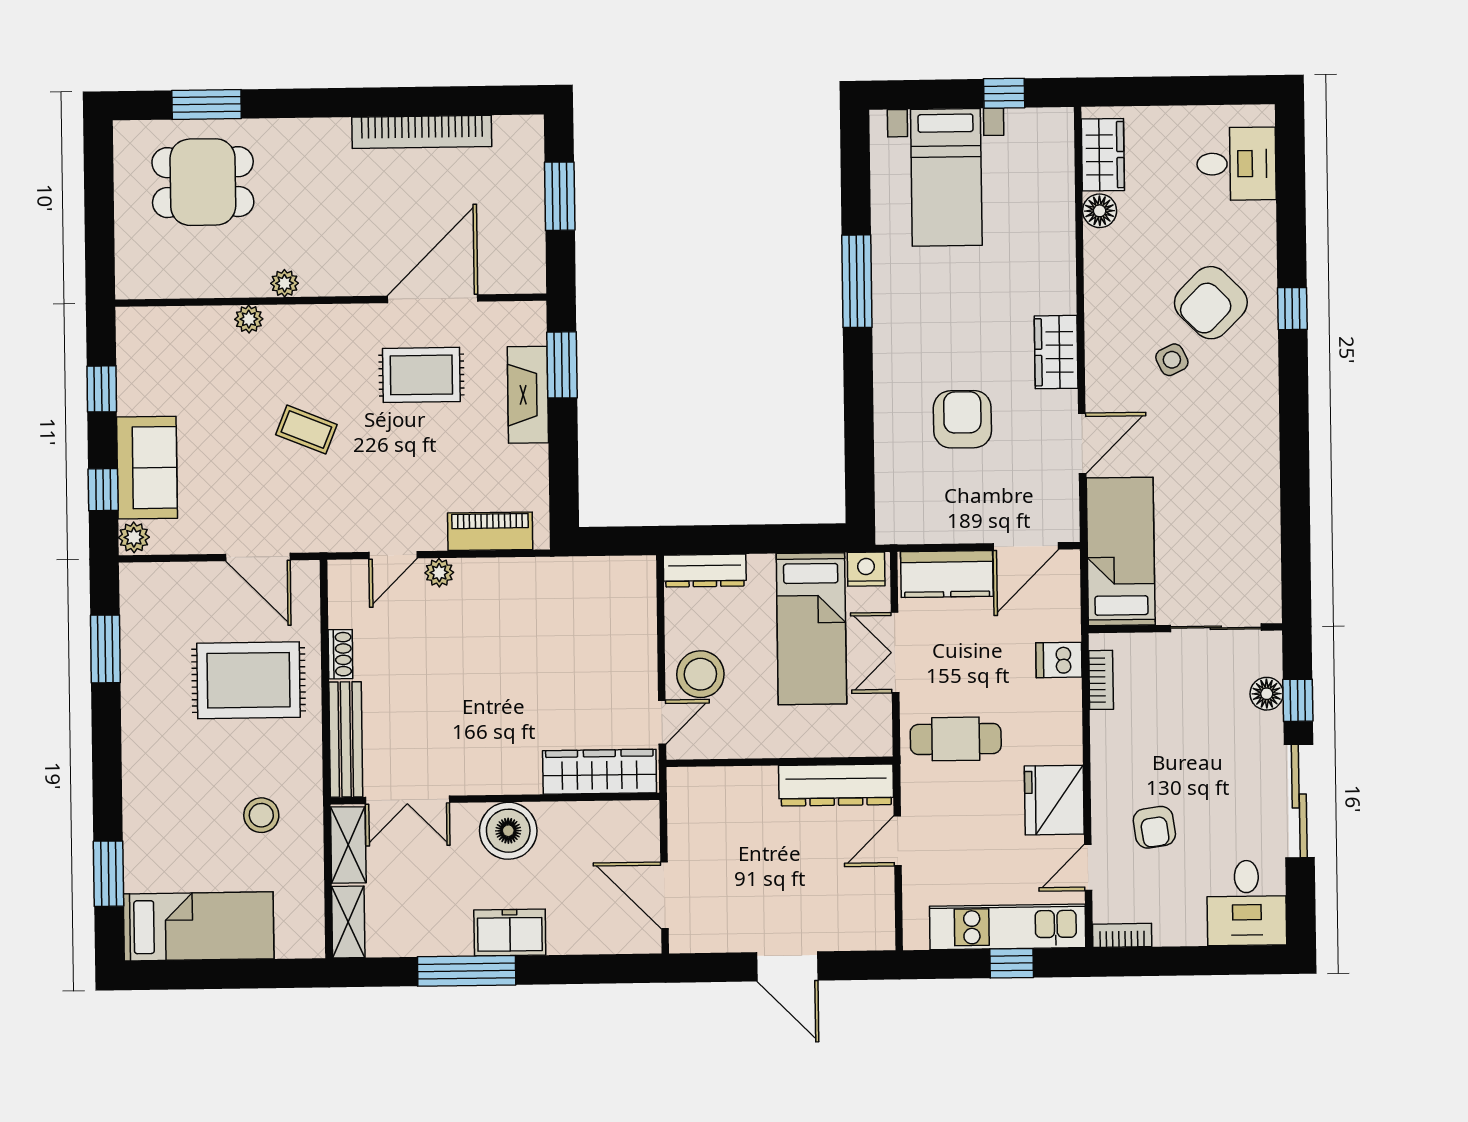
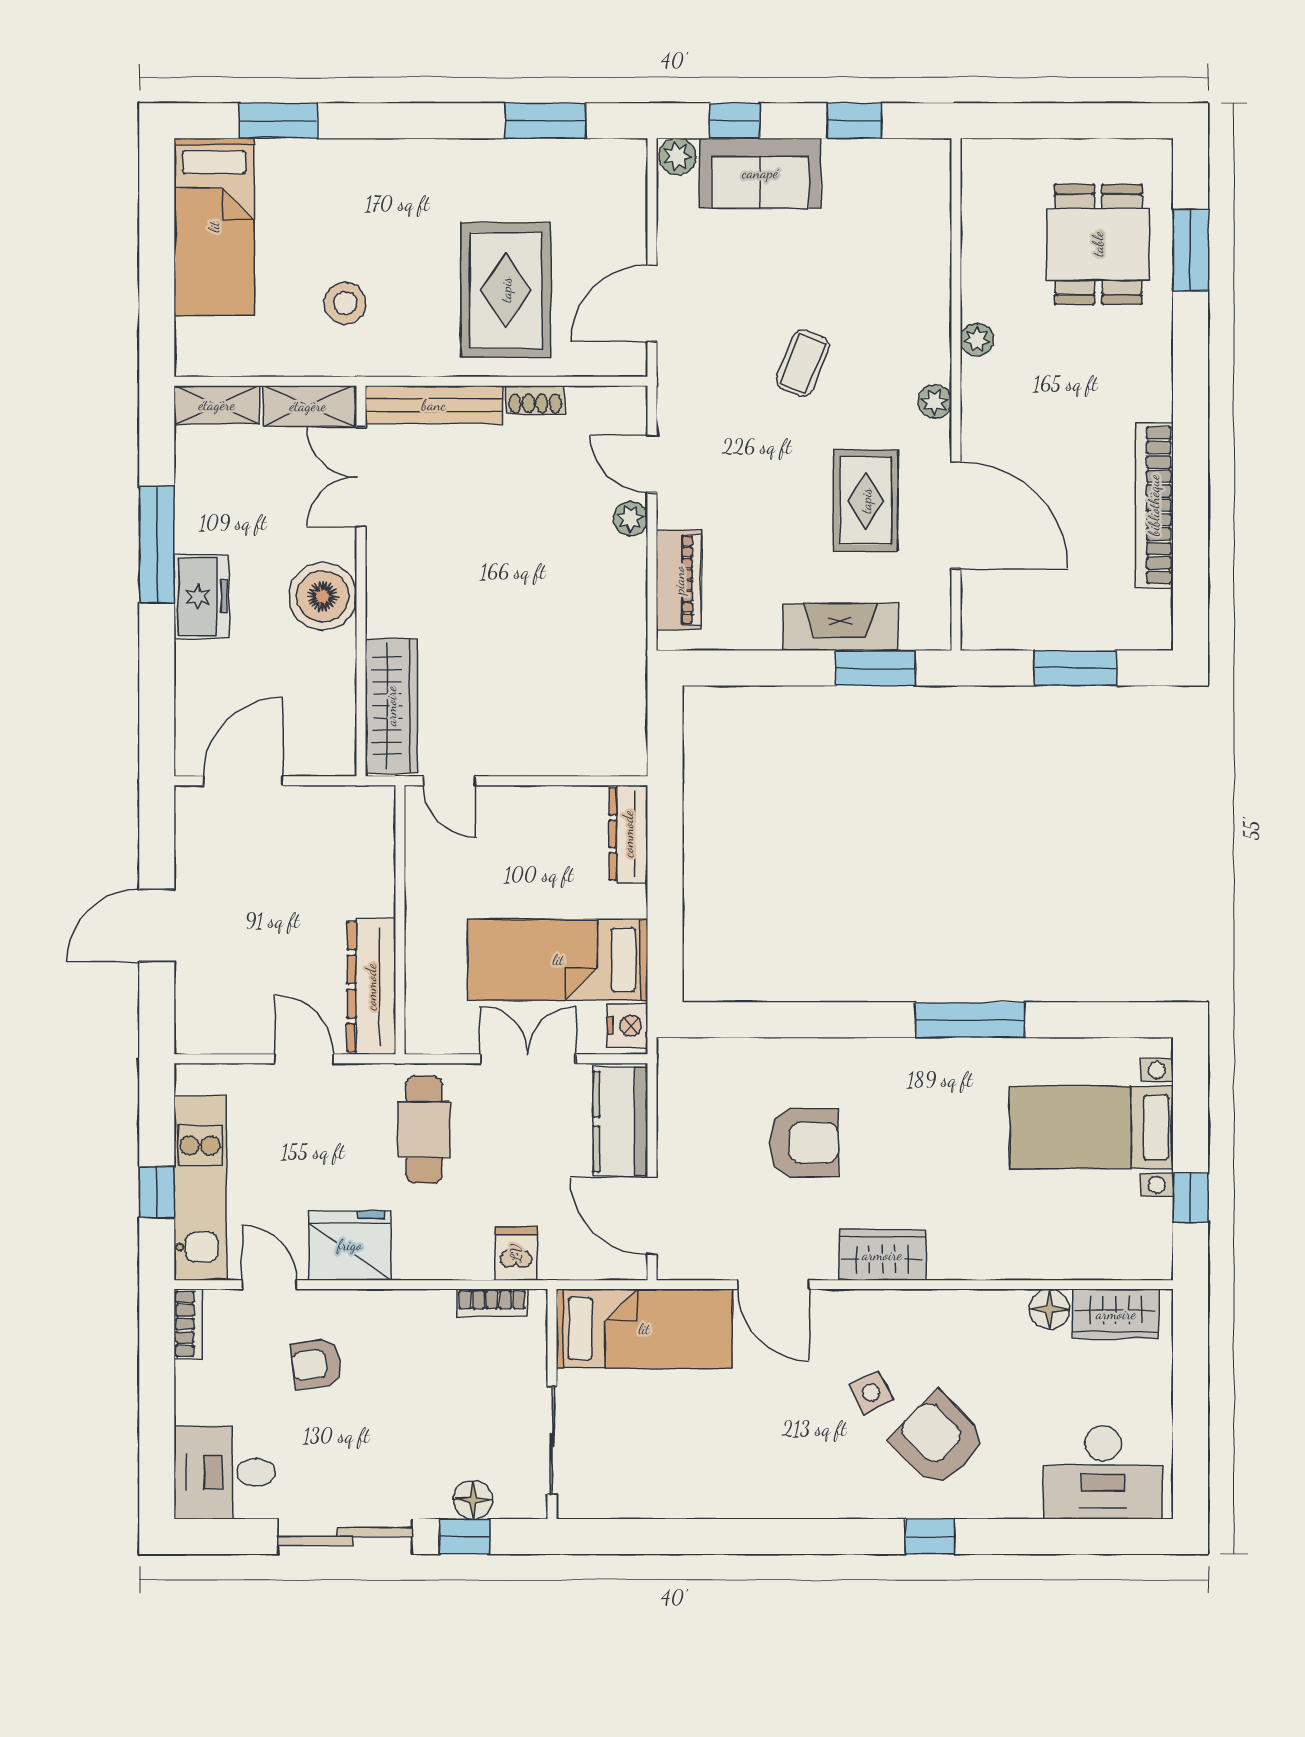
desk: (1236, 164) -> (1103, 1472), width x1.37
plant: (249, 319) -> (935, 402), moved
stool: (700, 674) -> (505, 827), removed

